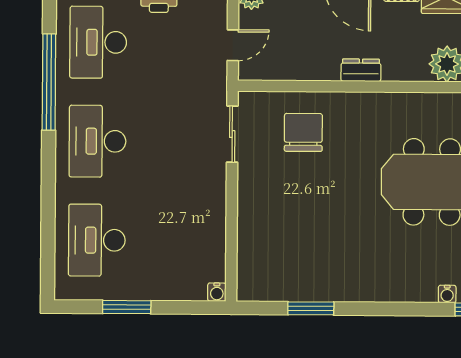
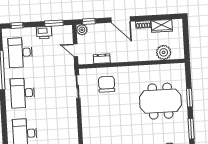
door: (233, 45) -> (76, 50), swing flipped
dresser: (361, 70) -> (102, 59), moved

